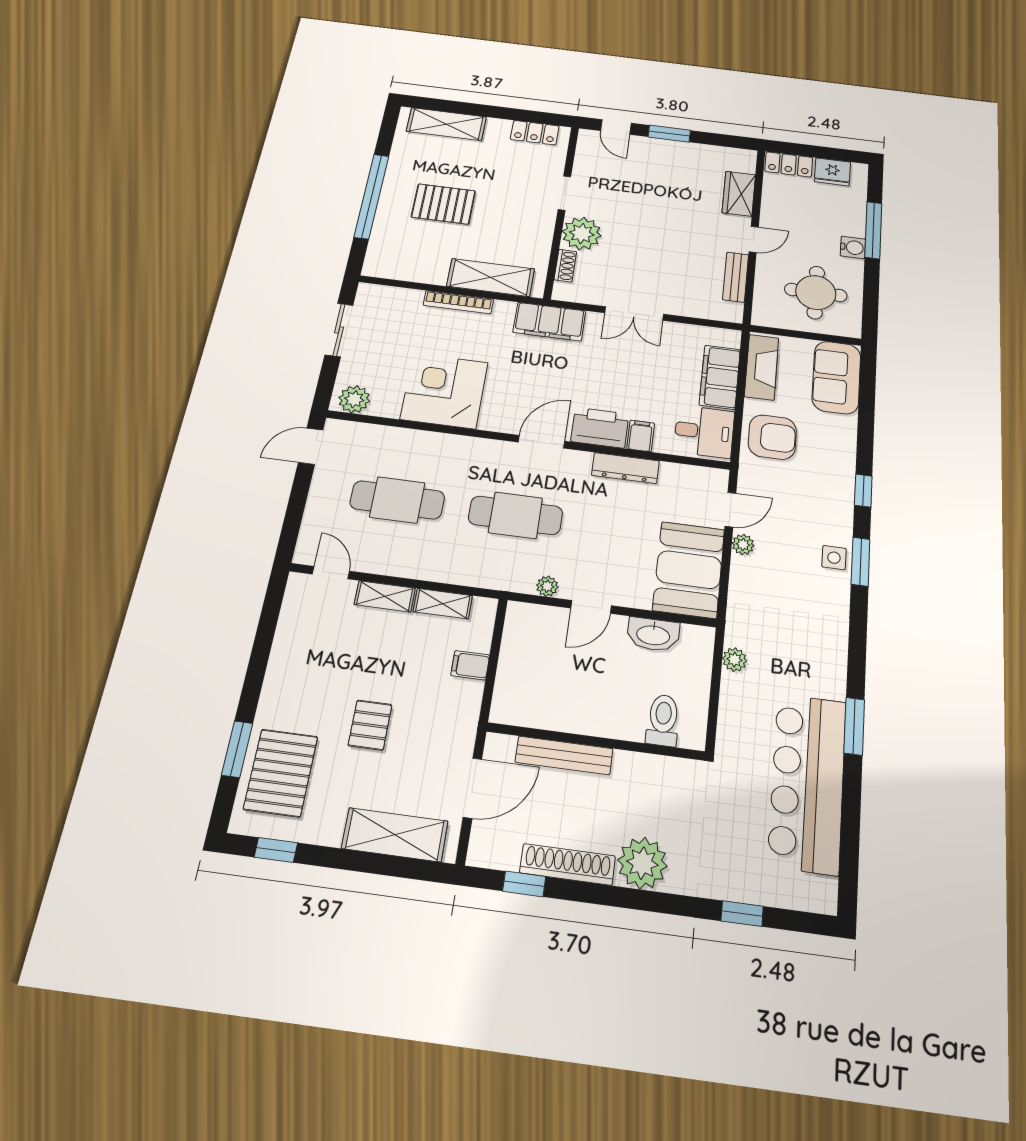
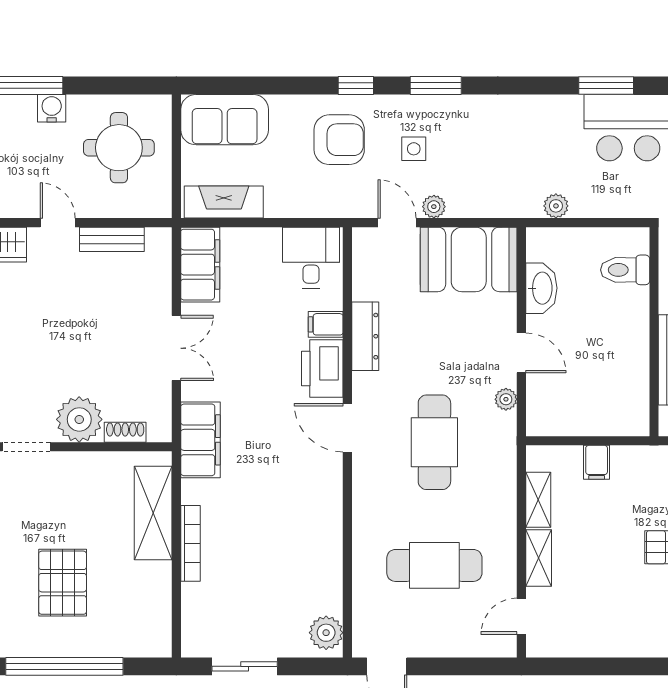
filing cabinet: (720, 377) -> (200, 265), moved, turned -90
corner desk: (444, 391) -> (302, 540), removed
armchair: (772, 437) -> (339, 140), moved, turned 90
cafe table: (397, 500) -> (434, 565), turned 90
side table: (834, 558) -> (414, 149), moved

